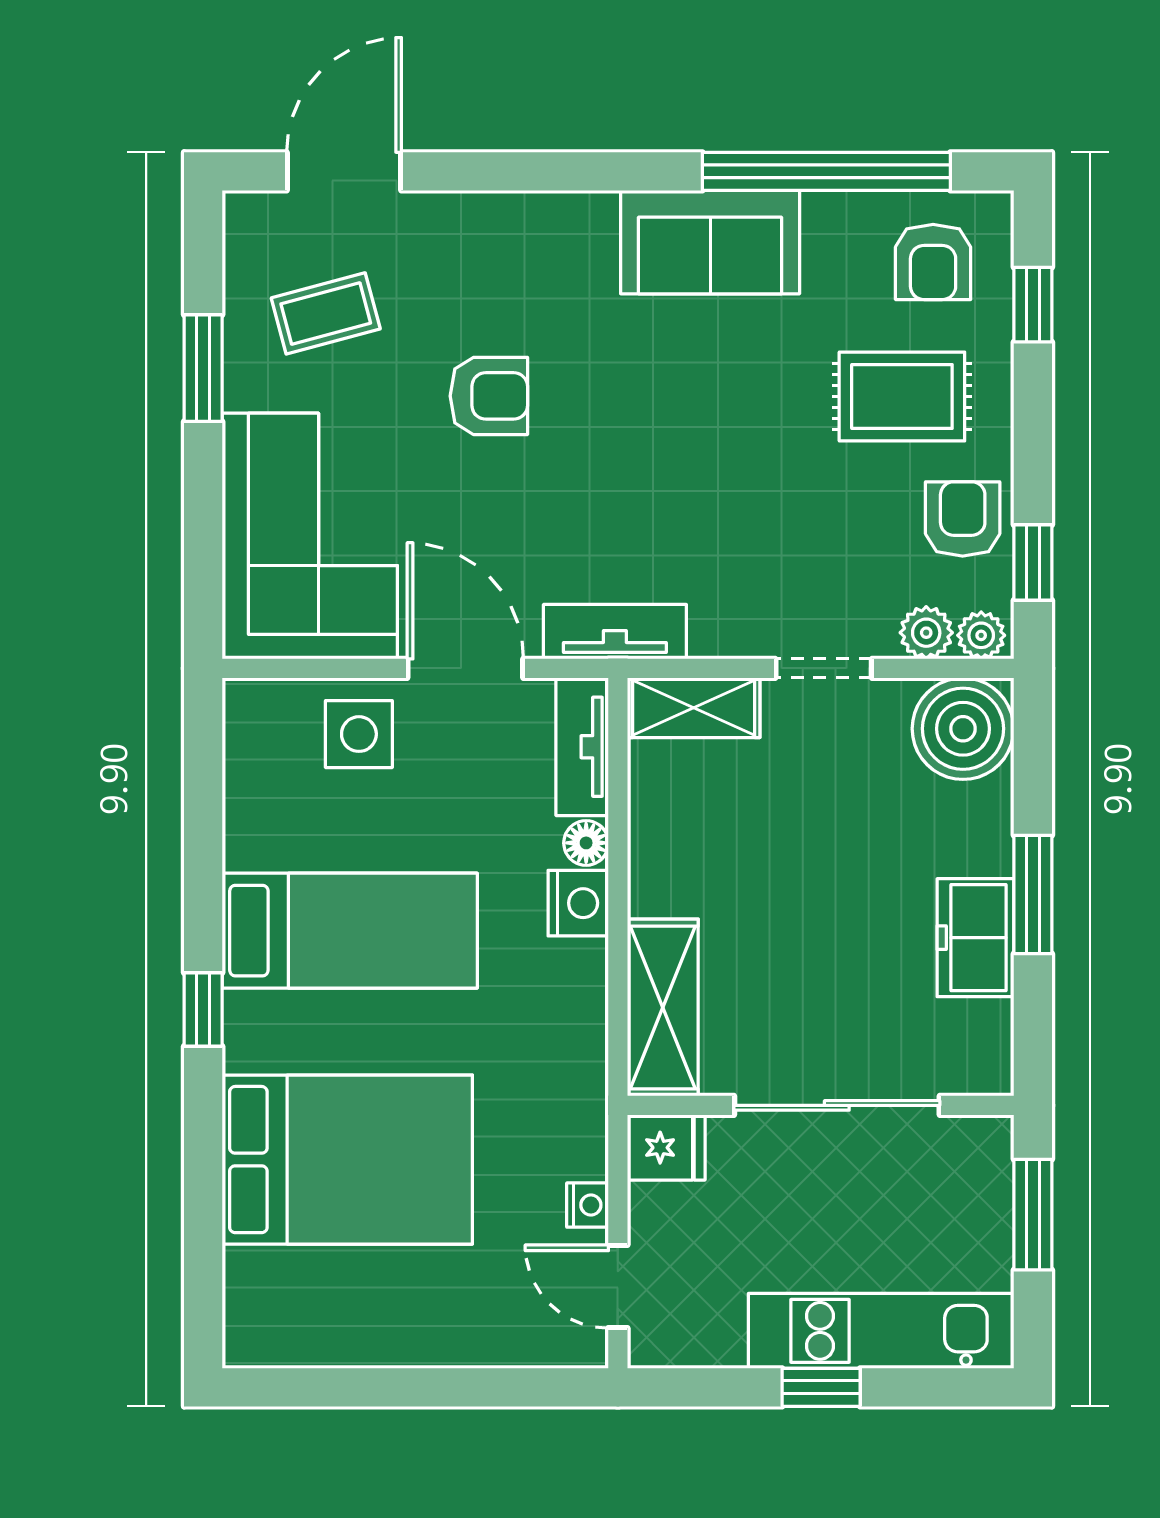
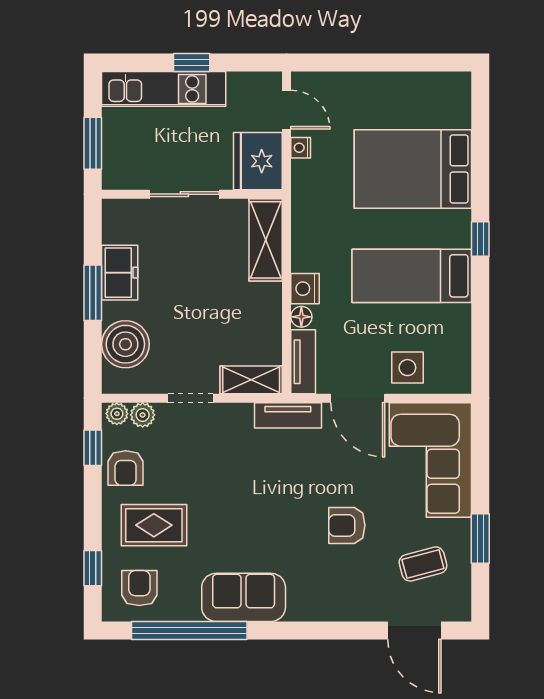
door: (344, 171) -> (414, 630), hinge flipped
boiler: (963, 729) -> (125, 344), moved
sliding door: (837, 1105) -> (184, 194), width x0.73
fridge: (666, 1148) -> (258, 161), width x1.88, depth x1.34

